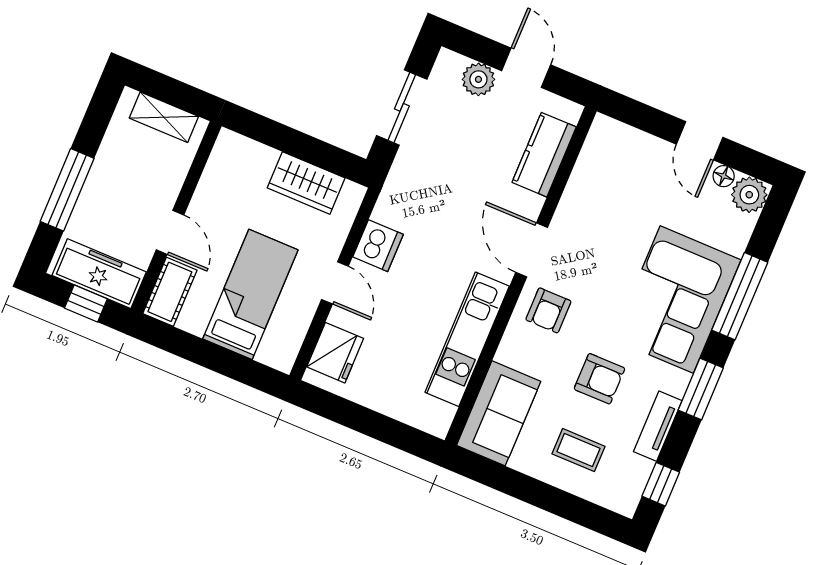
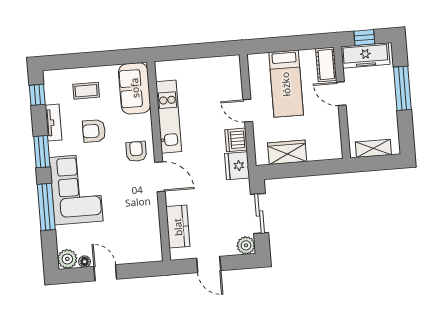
plant: (478, 79) -> (246, 245), moved
fridge: (335, 353) -> (237, 166), moved

